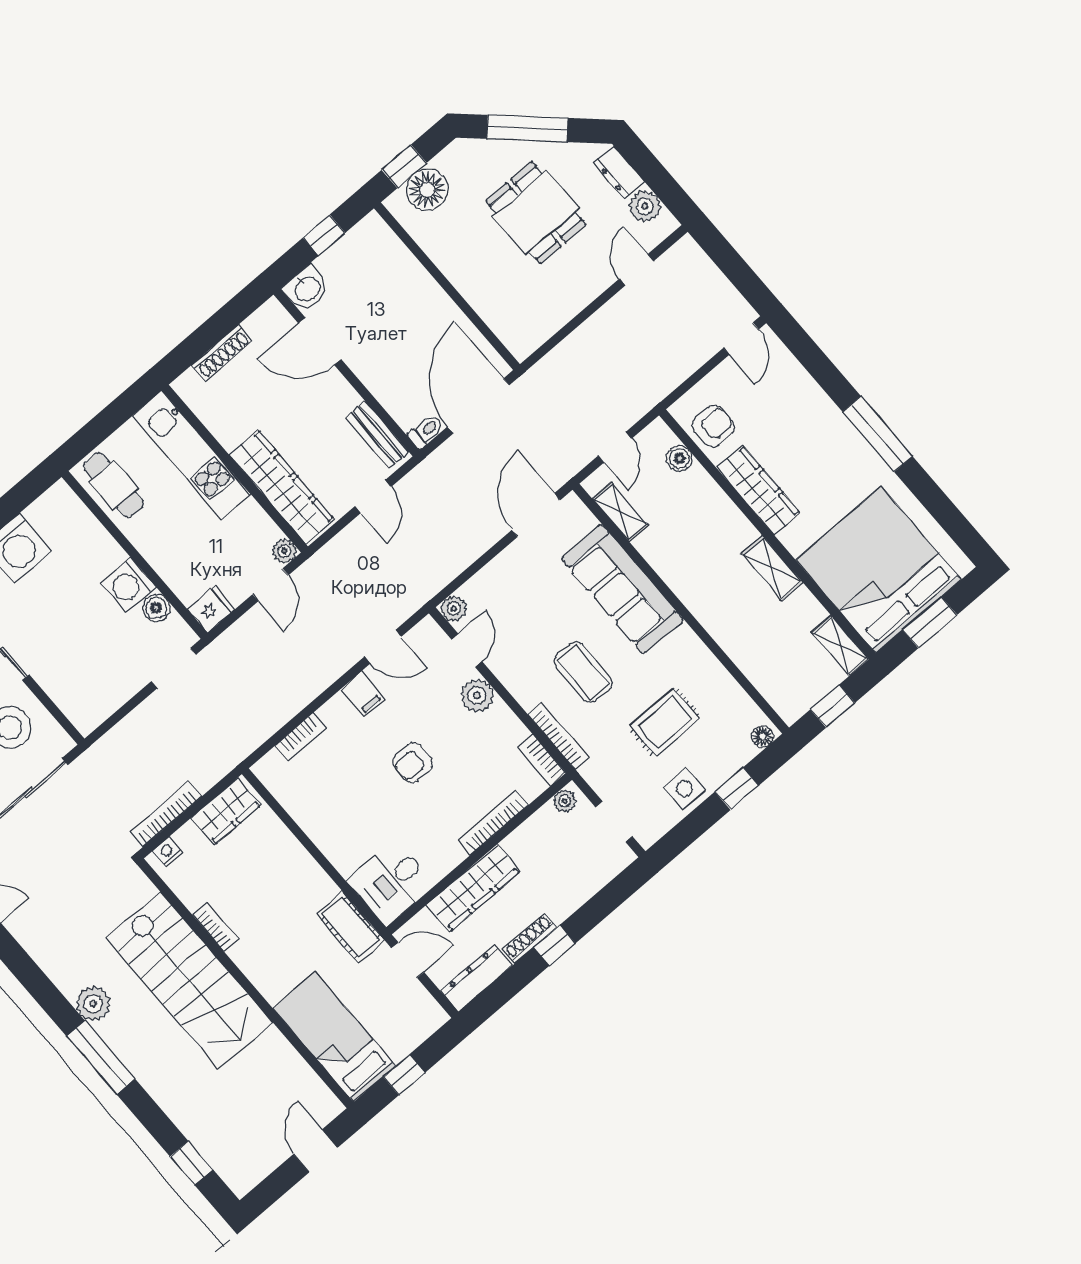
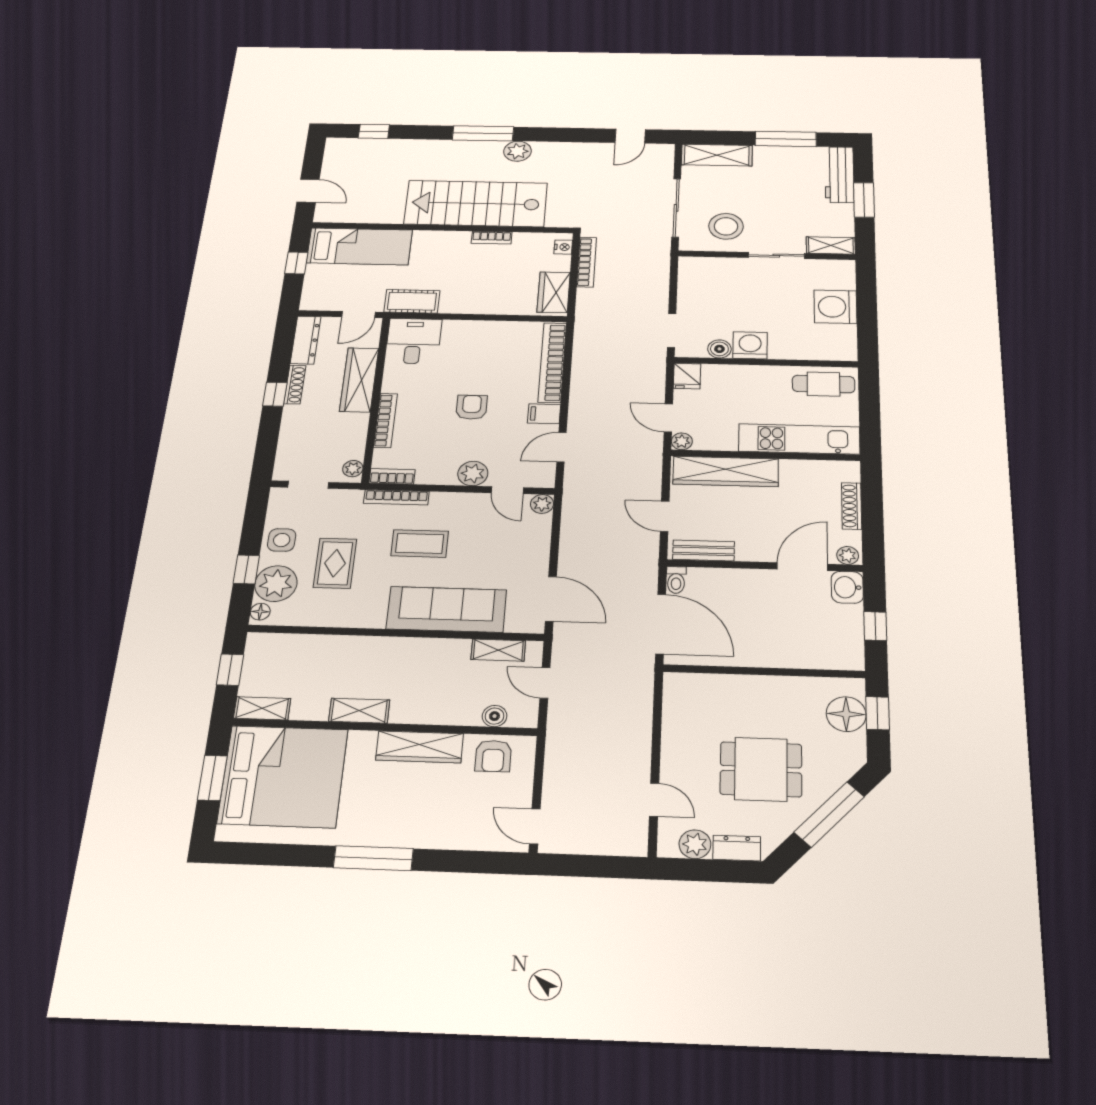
plant: (275, 314) -> (848, 555), added
bookcase: (301, 737) -> (552, 362), width x2.31, depth x1.31
plant: (727, 751) -> (276, 584), added

